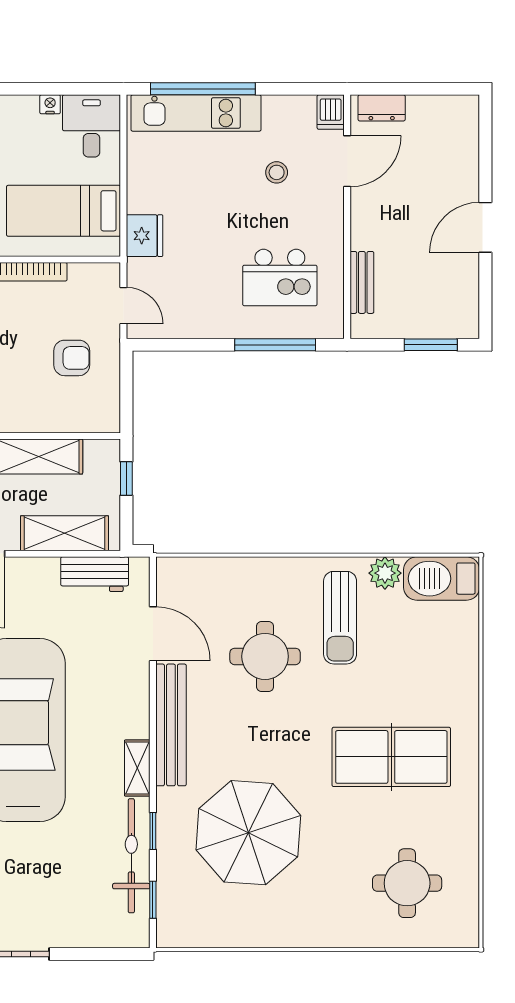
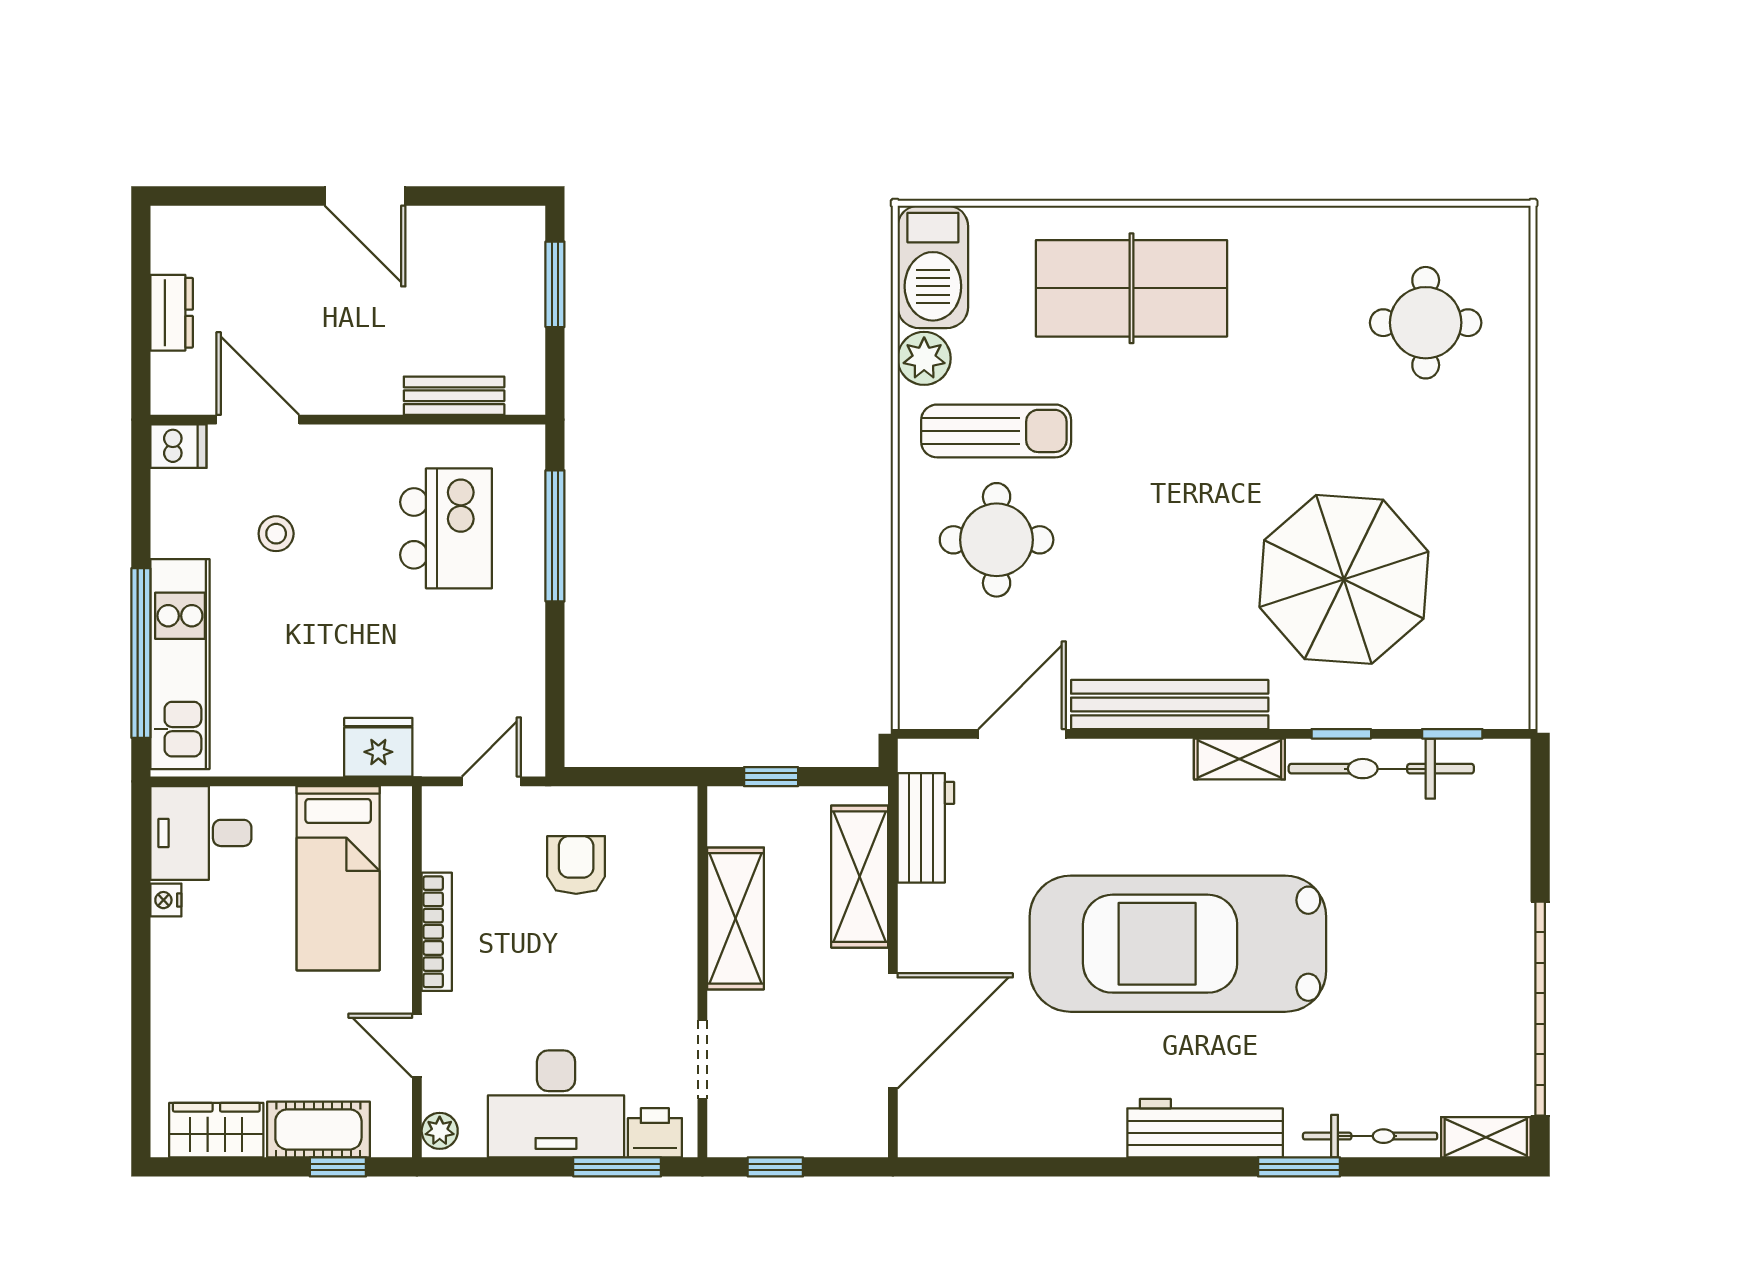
dresser: (382, 108) -> (172, 313), moved
round table: (265, 656) -> (997, 540), moved
table tennis table: (391, 757) -> (1132, 288), moved, turned 90

